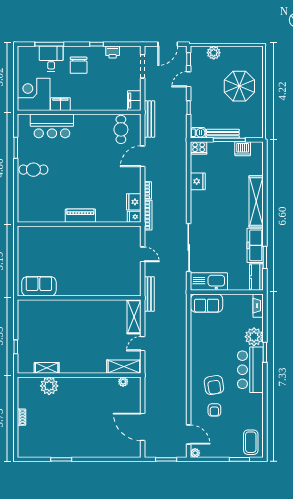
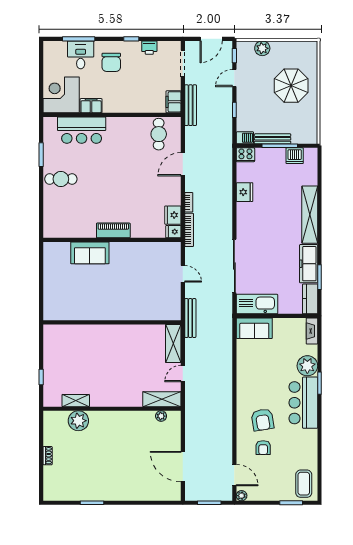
bench: (149, 119) -> (191, 105), moved
sofa: (39, 286) -> (90, 253), moved, turned 180

